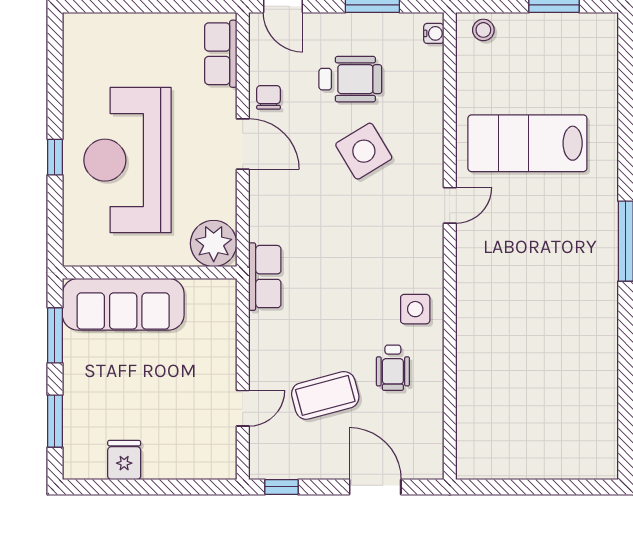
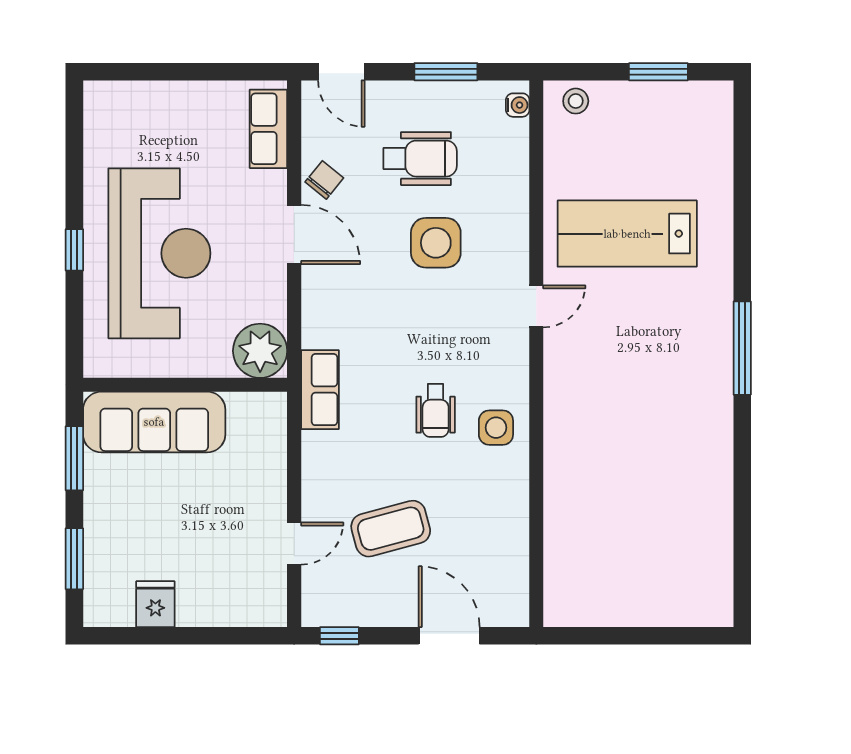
chair: (269, 97) -> (324, 180), turned 39
side table: (364, 151) -> (436, 243), turned 31
reception desk: (128, 160) -> (159, 253), turned 180
wheelchair: (393, 368) -> (436, 410), moved

